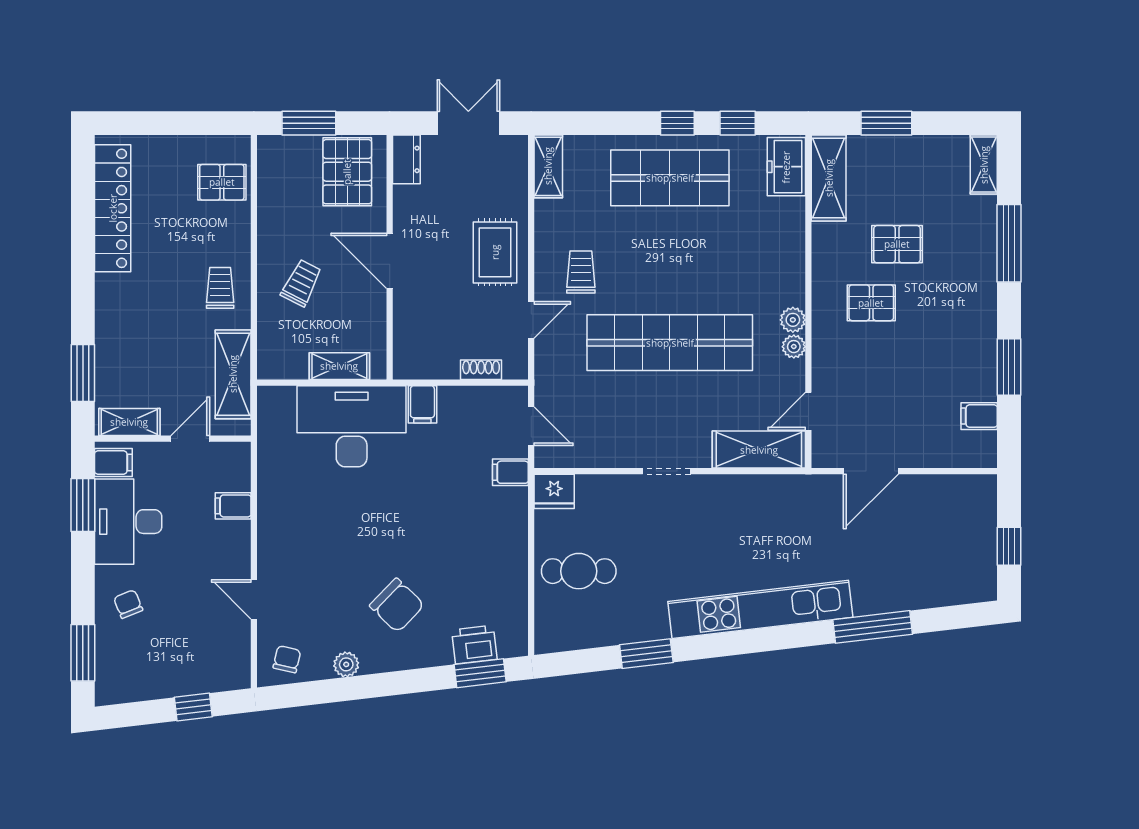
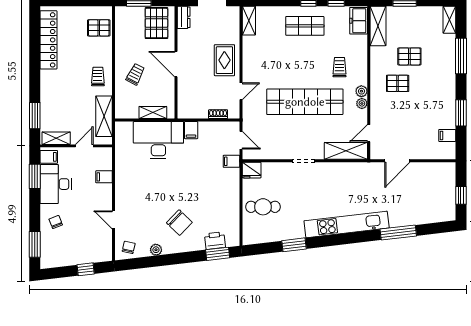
shop shelf: (670, 178) -> (305, 26), width x0.70, depth x0.74
trolley: (581, 272) -> (339, 67), moved

